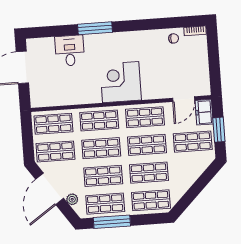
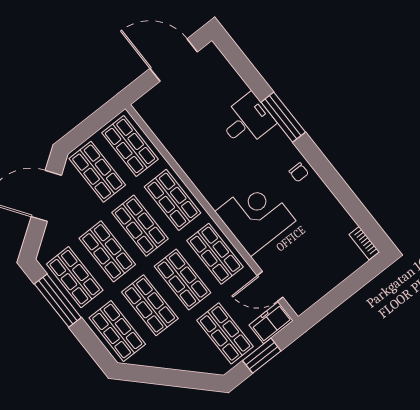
chair: (174, 38) -> (299, 172), moved
desk: (70, 51) -> (247, 121), moved
corner desk: (121, 82) -> (255, 216), moved
plant: (72, 199) -> (52, 233), removed

